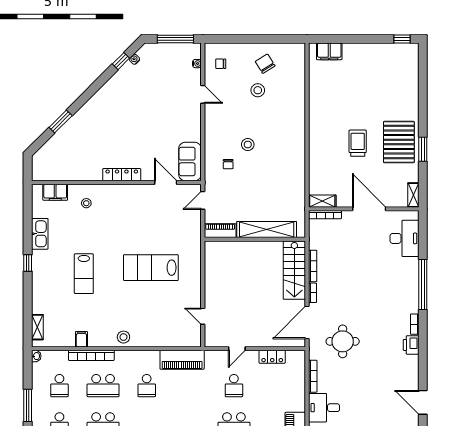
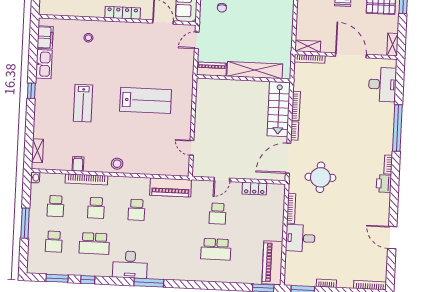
filing cabinet: (55, 192) -> (45, 37), moved, turned -90
lab bench: (151, 268) -> (146, 100), turned 180
school desk: (103, 386) -> (96, 208), width x0.54

